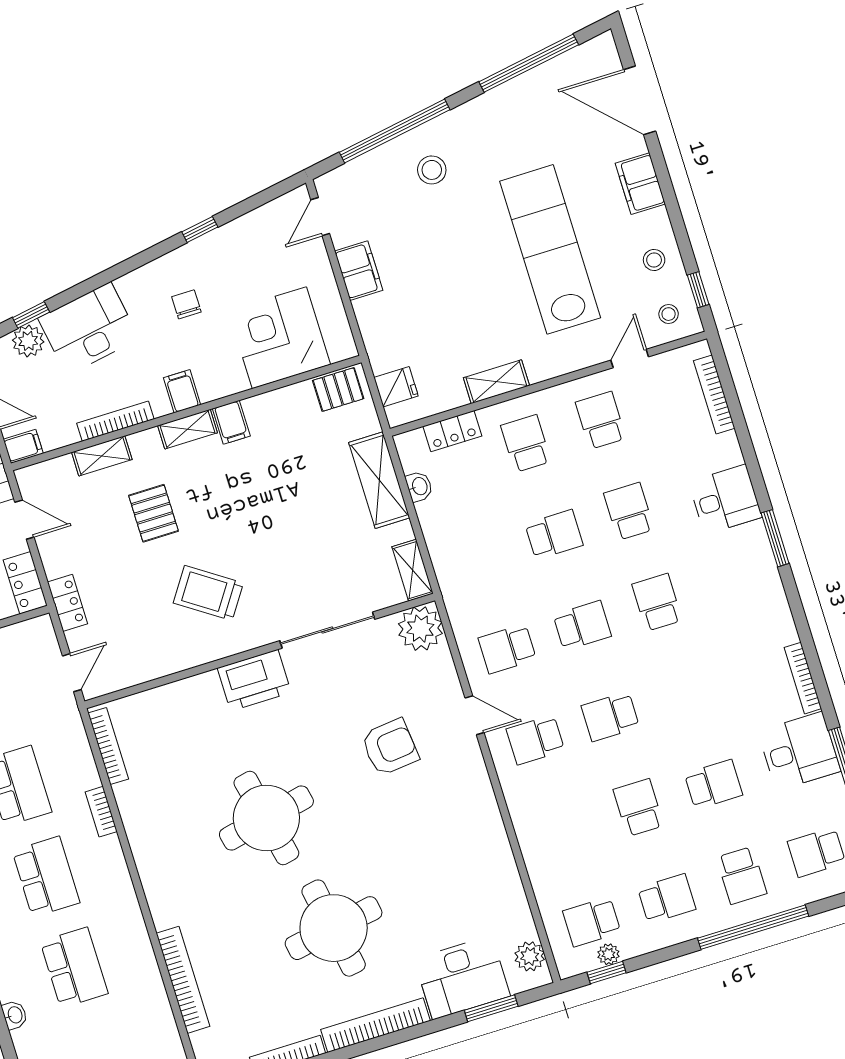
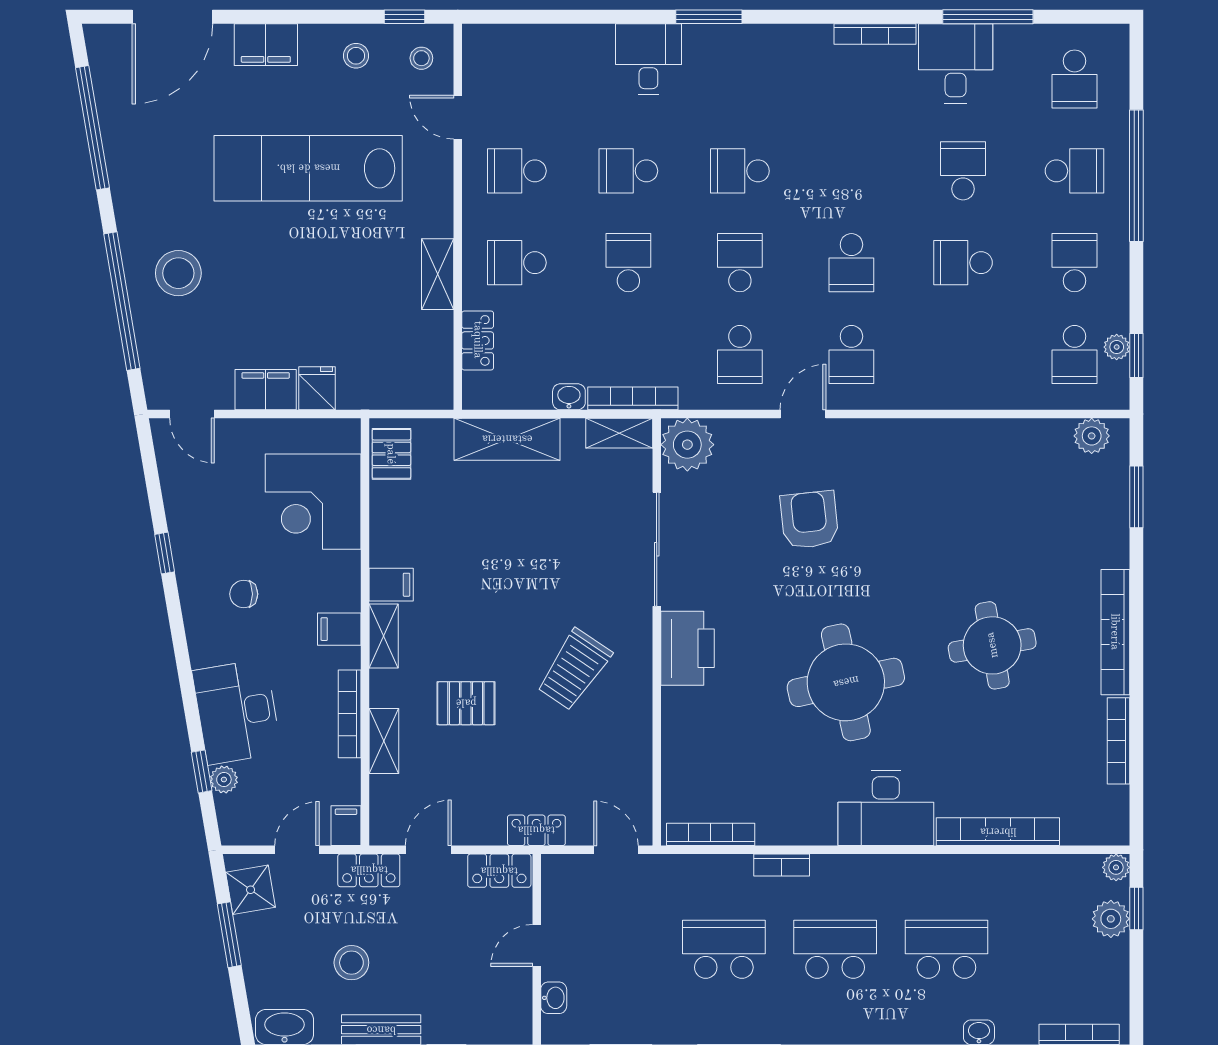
stool: (432, 170) -> (178, 273), width x1.38, depth x1.38
plant: (28, 341) -> (224, 780), width x0.73, depth x0.73
fridge: (396, 387) -> (317, 388), moved
bookcase: (714, 394) -> (633, 398), moved, turned 180
washbasin: (419, 486) -> (569, 397), moved
round table: (334, 928) -> (992, 645), width x0.73, depth x0.73
desk: (462, 978) -> (886, 808), moved, turned 90

